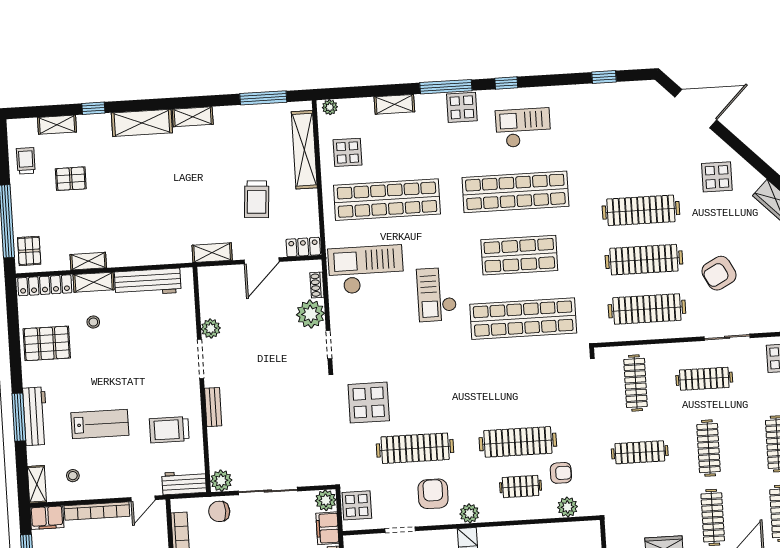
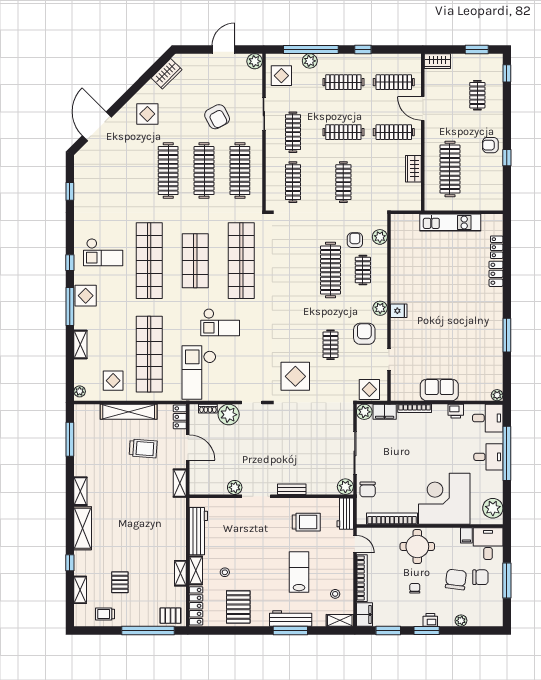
checkout: (523, 128) -> (103, 252), turned -90
shelving: (304, 150) -> (129, 412), moved
clothes rail: (636, 383) -> (293, 182), turned 90
trolley: (169, 430) -> (306, 522), turned -90
clothes rail: (415, 448) -> (330, 345), width x0.54, depth x0.76
armchair: (433, 494) -> (364, 334), turned 90

